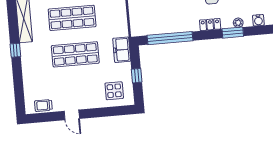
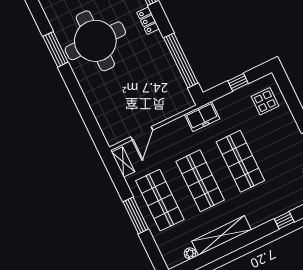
window: (15, 50) -> (284, 220), moved
freezer: (122, 50) -> (202, 117), moved

